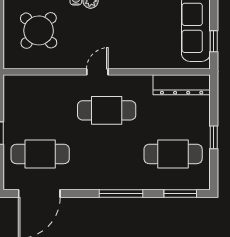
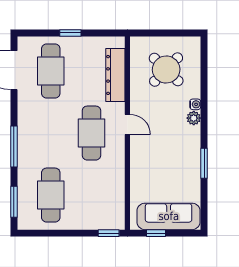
dresser: (182, 85) -> (115, 75), moved
window: (214, 137) -> (109, 233), moved

